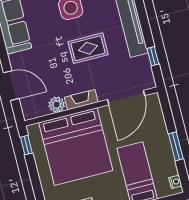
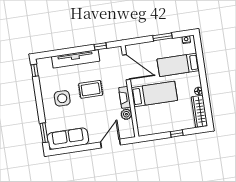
rug: (88, 48) -> (91, 89), turned 90
window: (26, 145) -> (177, 133), moved
bed: (76, 147) -> (154, 94), width x0.49

